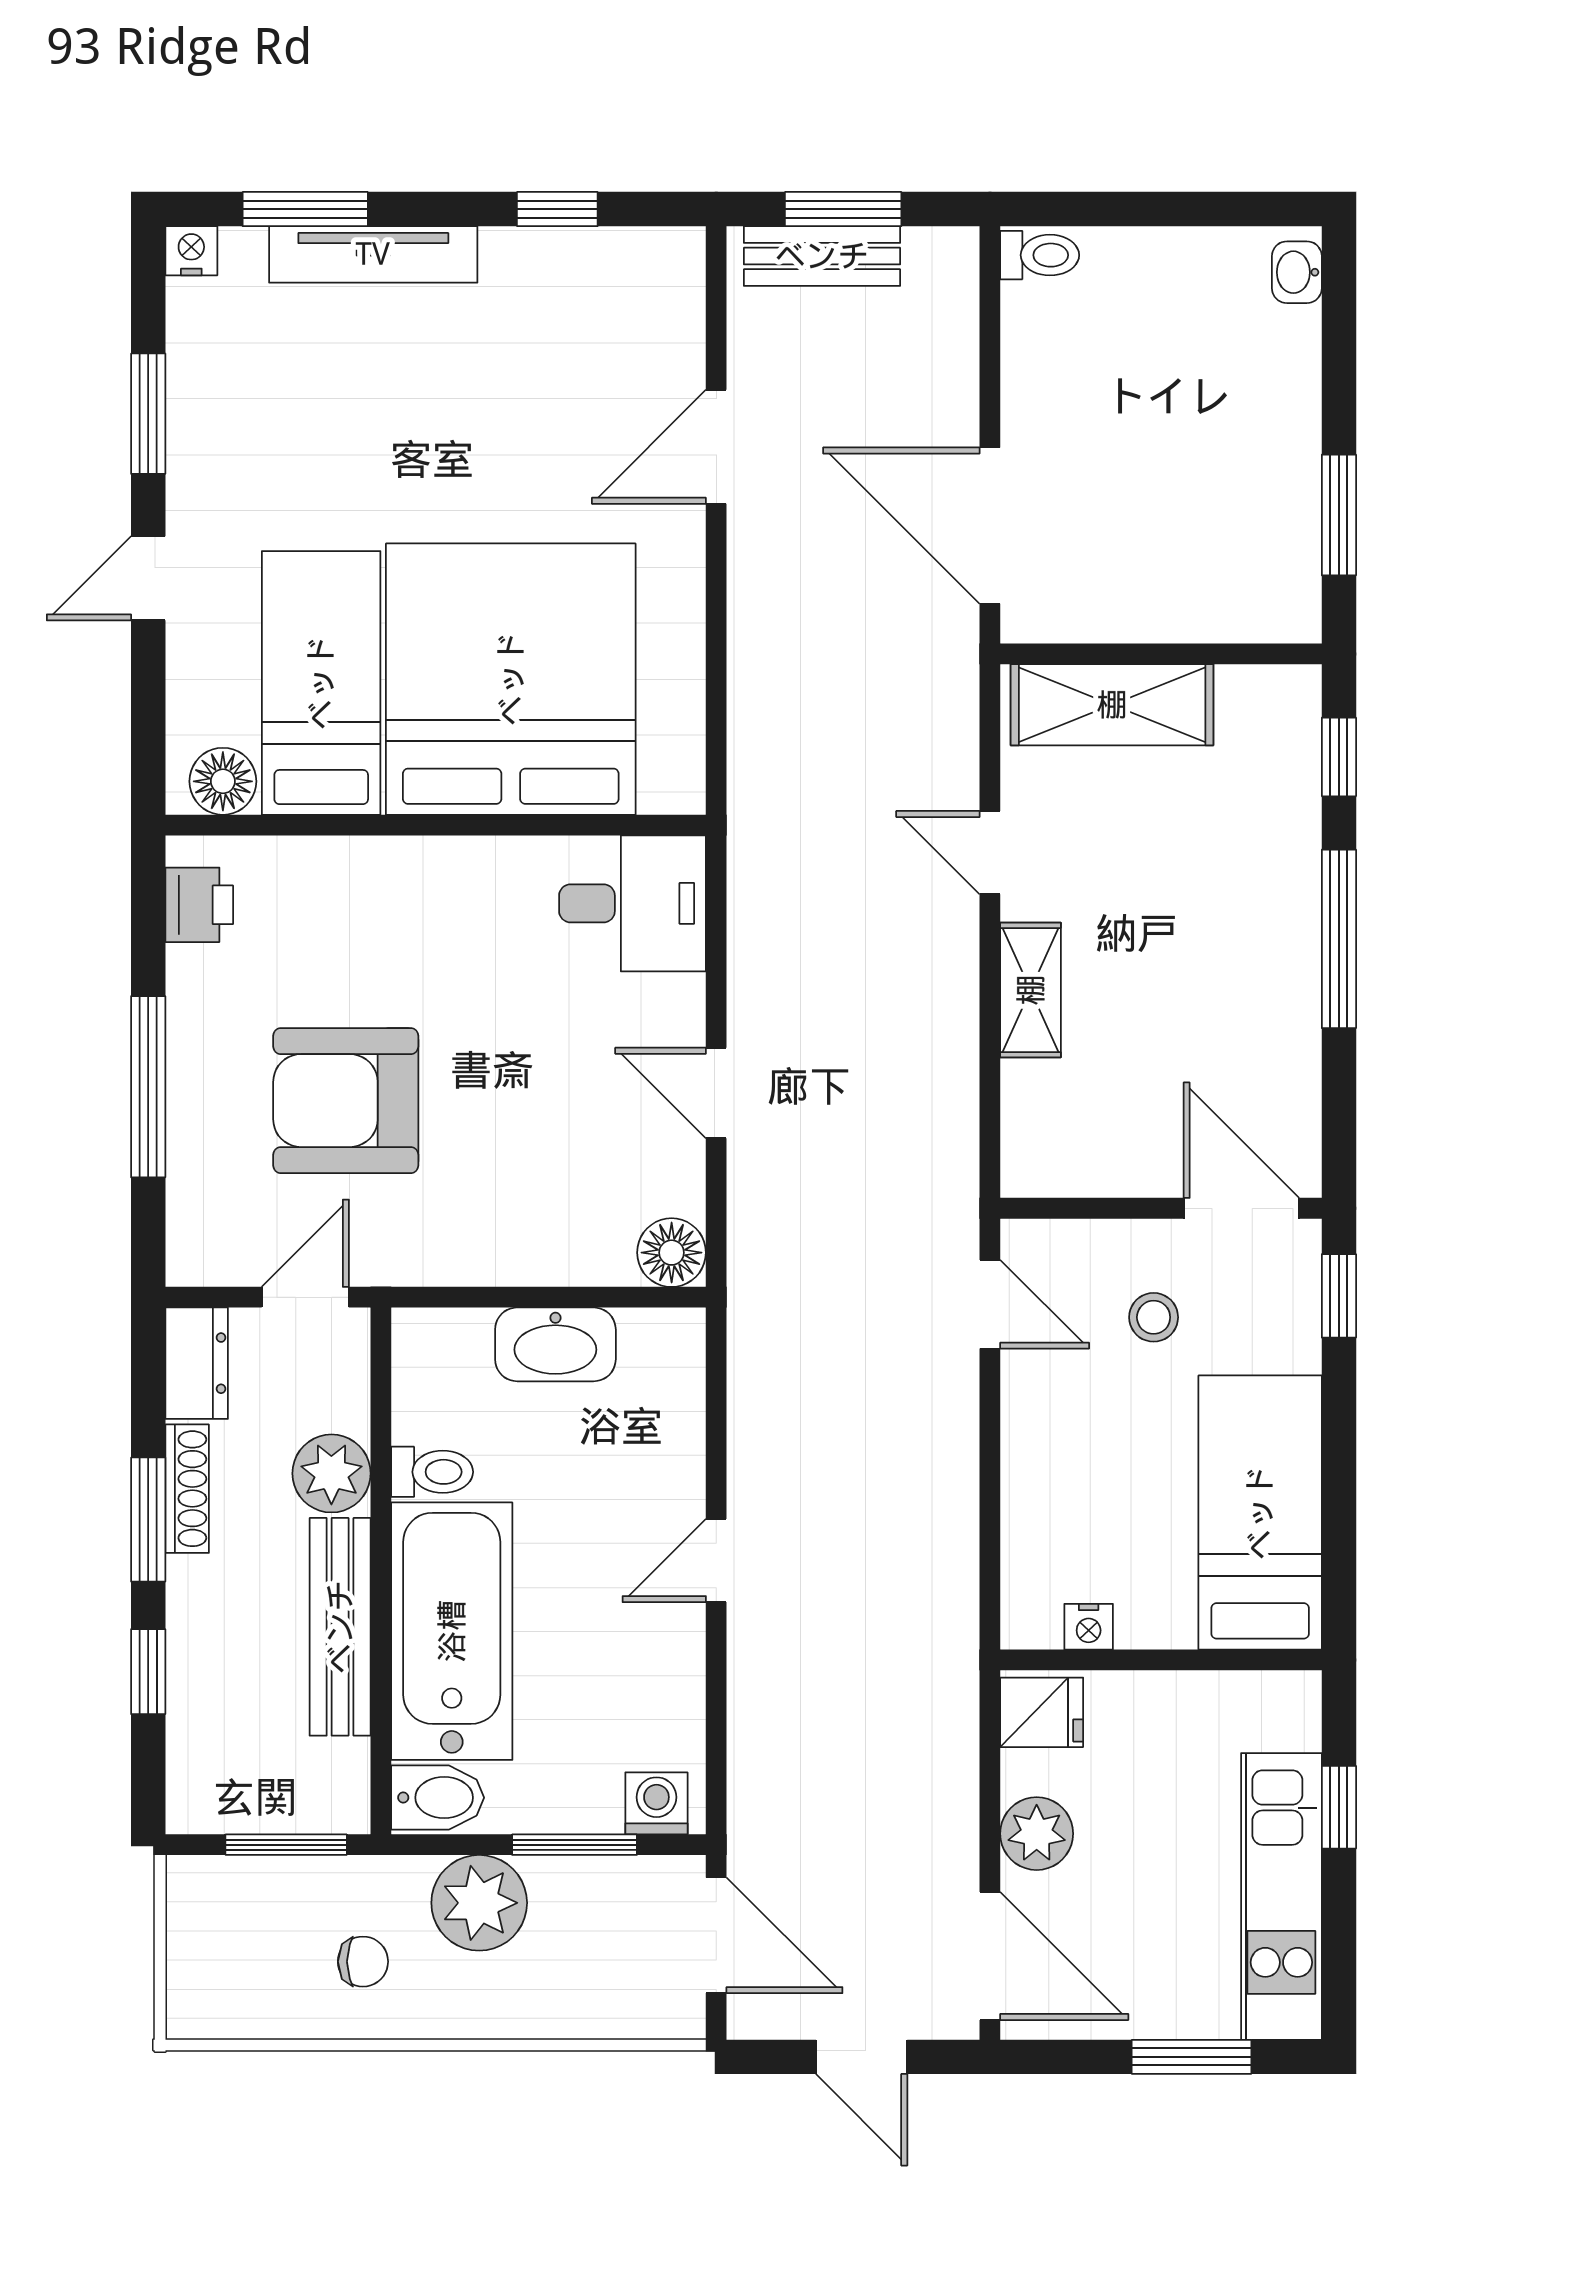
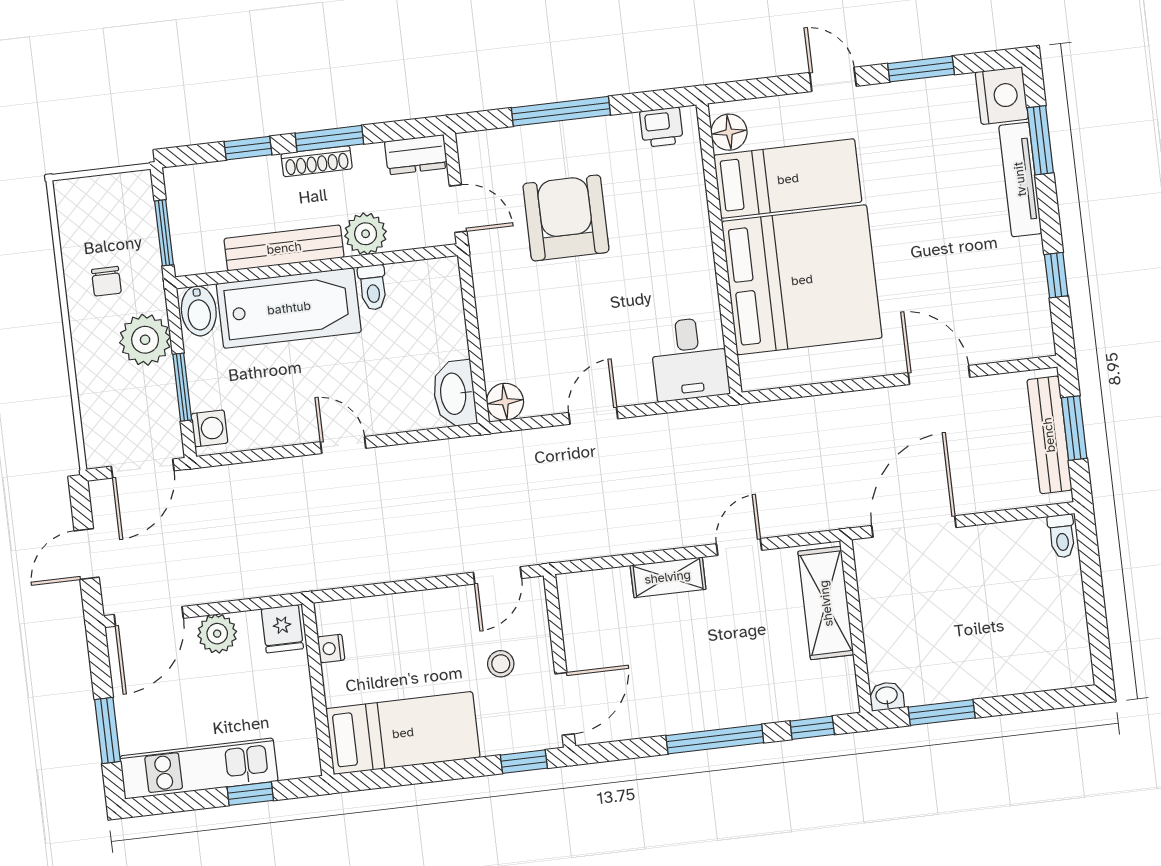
nightstand: (191, 251) -> (1002, 96), width x1.89, depth x1.79
bench: (822, 256) -> (1049, 435), width x1.36
washbasin: (1297, 272) -> (887, 696), moved
washbasin: (555, 1344) -> (454, 394), moved
shoe rack: (187, 1489) -> (317, 161), moved

